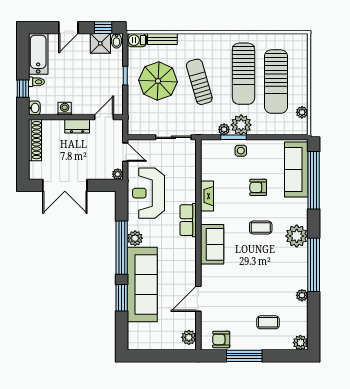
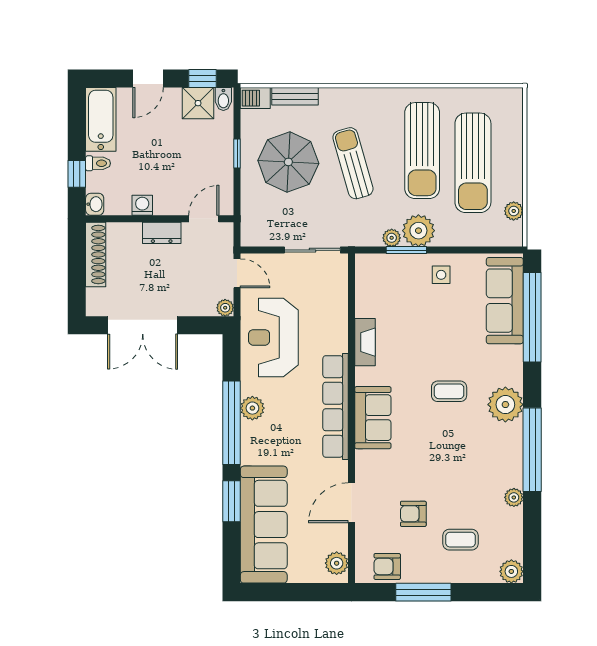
side table: (241, 151) -> (441, 275), moved
armchair: (258, 187) -> (413, 514), moved
row of seats: (188, 220) -> (336, 406), width x2.02
sofa: (142, 284) -> (264, 525), moved

